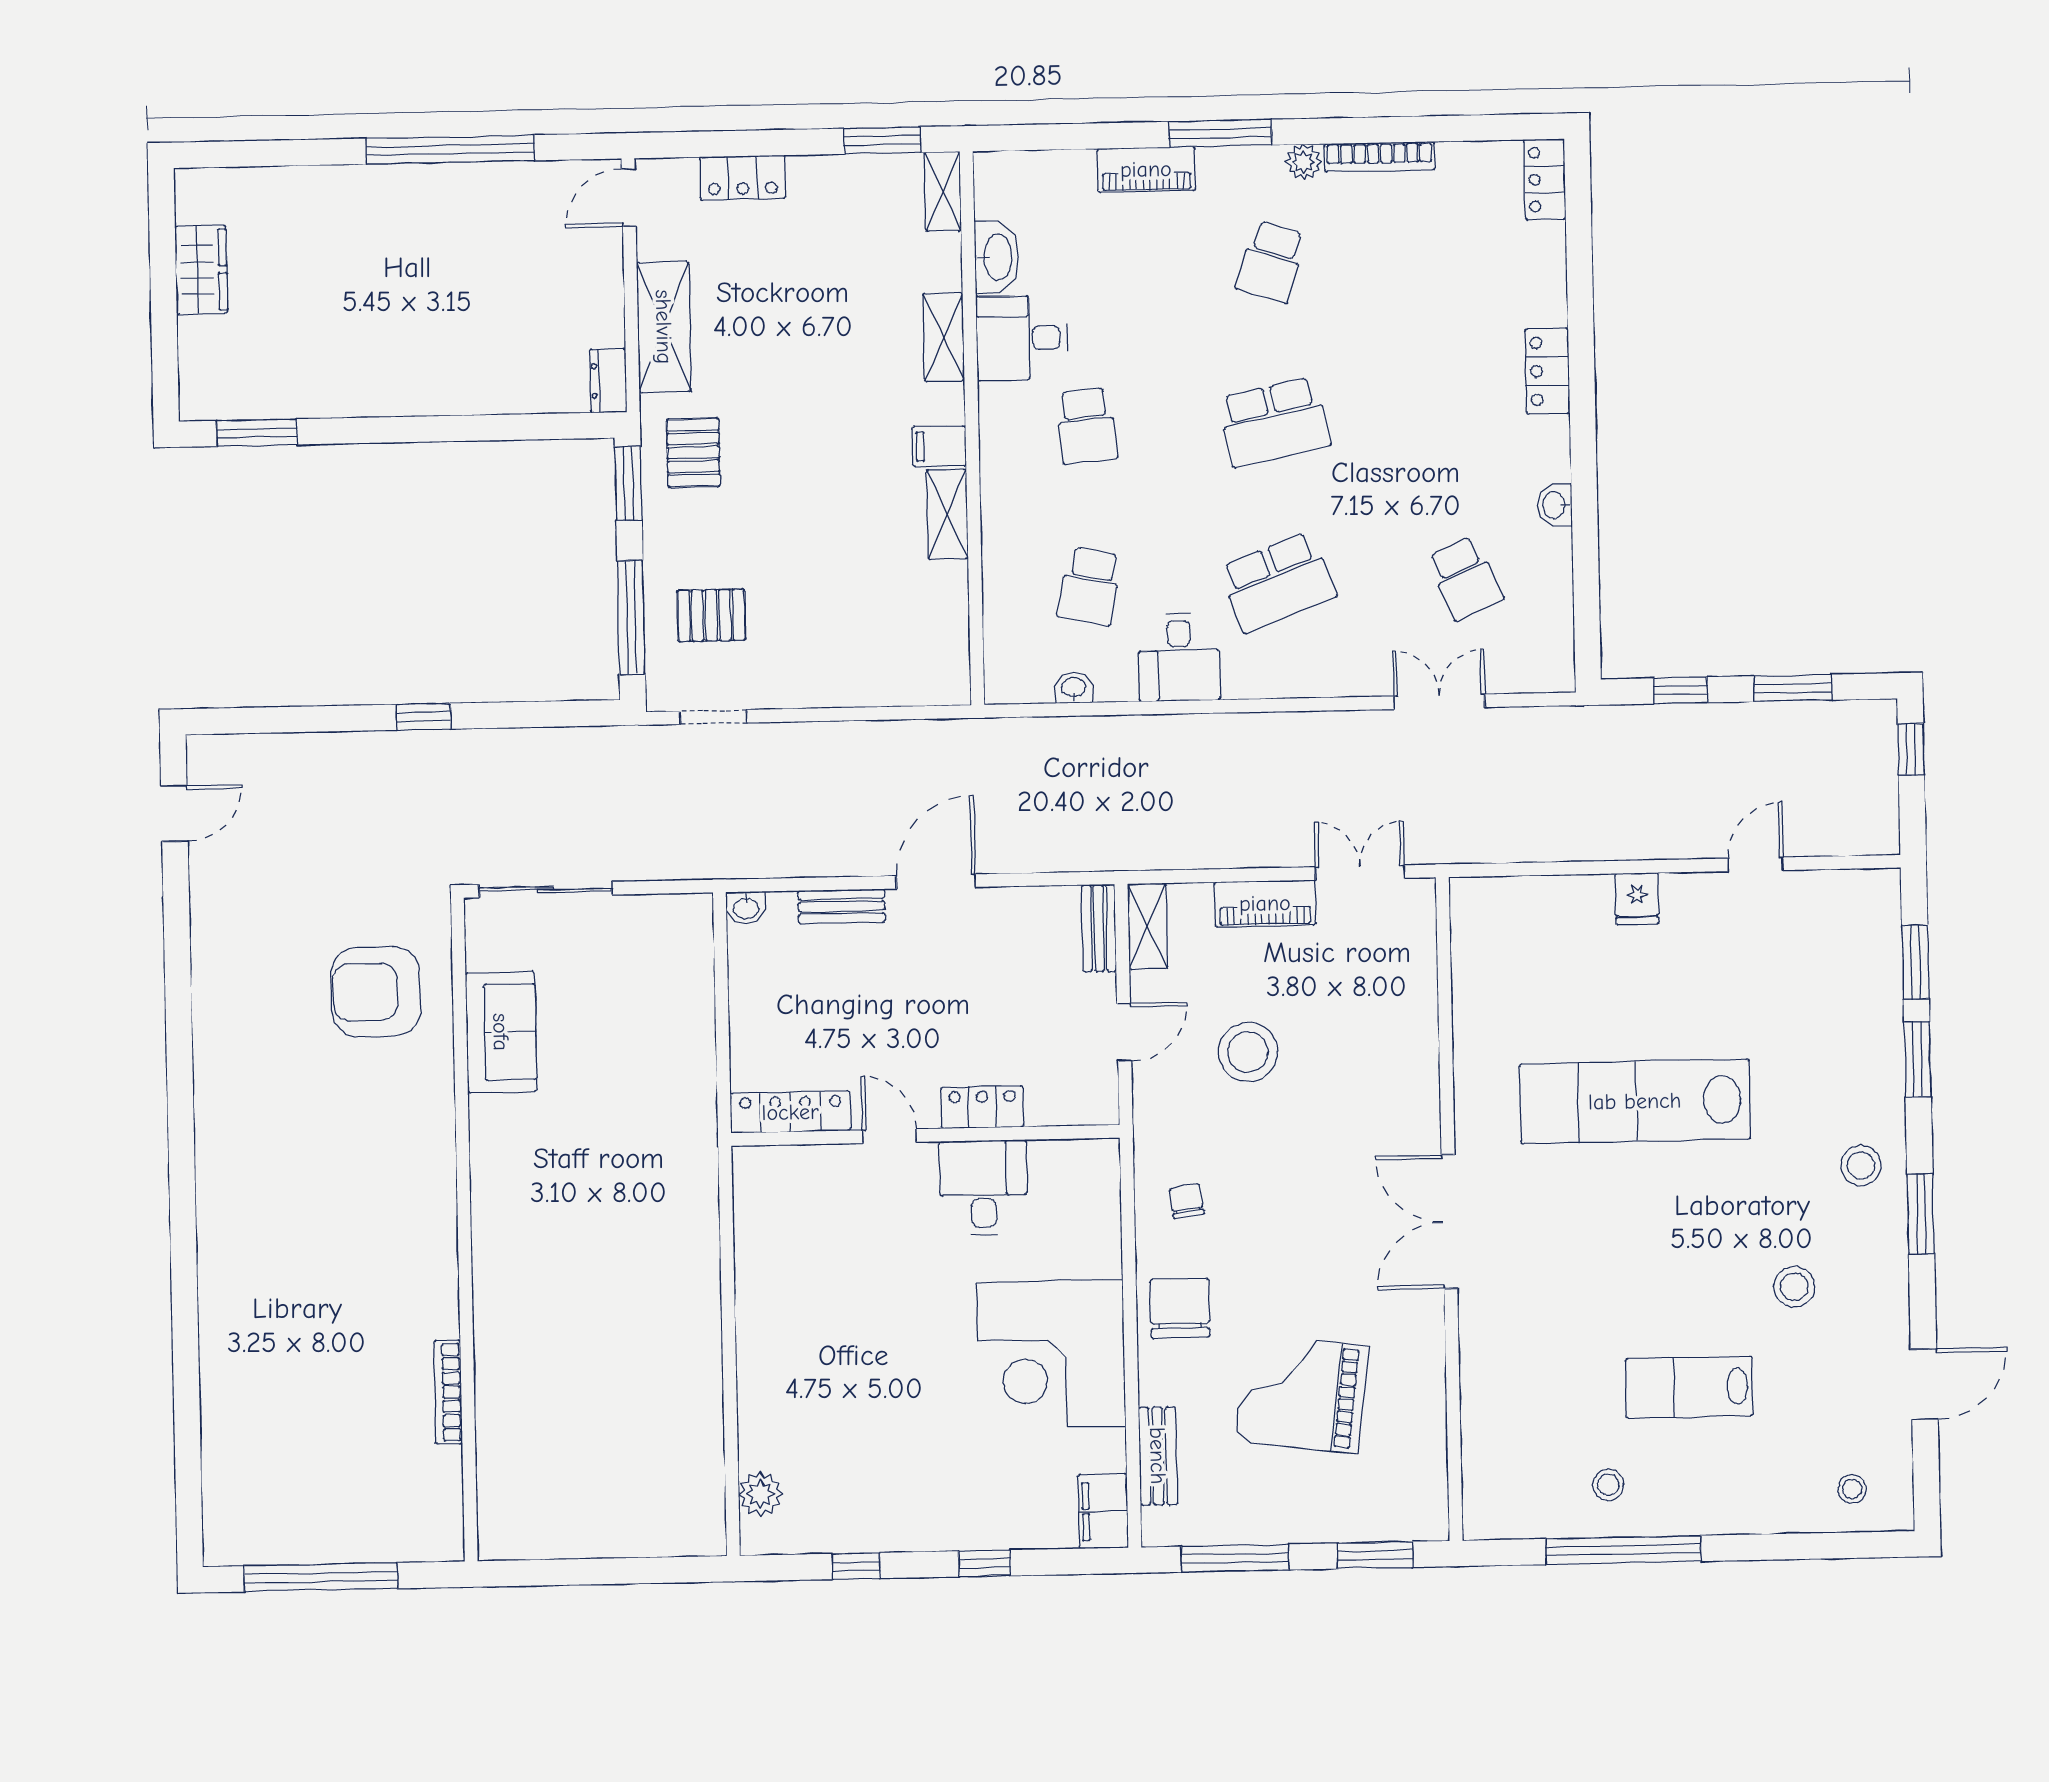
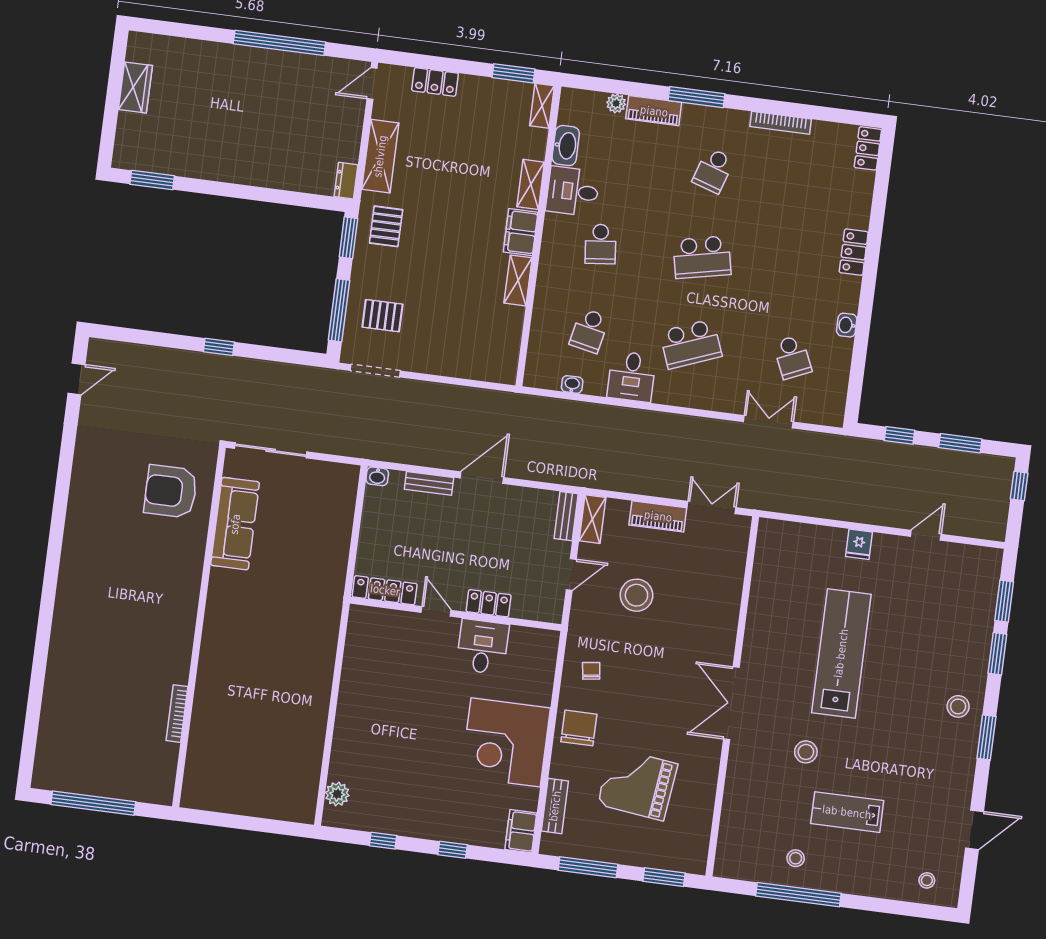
plant: (1304, 162) -> (616, 103), moved
filing cabinet: (939, 446) -> (521, 232), width x2.00
doorway: (713, 717) -> (375, 371), width x1.38
sofa: (501, 1032) -> (235, 524), width x1.36
lab bench: (1635, 1101) -> (841, 653), turned 90
stool: (1794, 1287) -> (806, 752), moved

